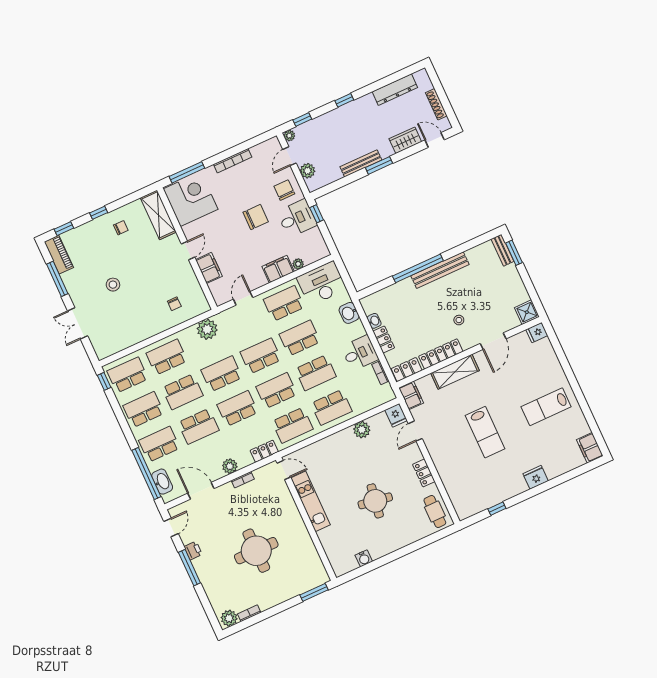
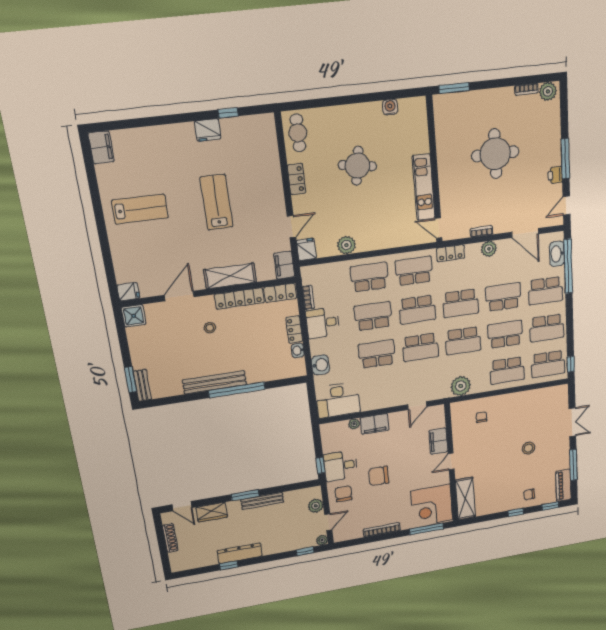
dresser: (395, 90) -> (240, 553), moved
window: (344, 100) -> (229, 565), moved
chair: (284, 190) -> (344, 494), turned 180
chair: (121, 228) -> (529, 494), moved
school desk: (284, 303) -> (381, 391), removed
school desk: (300, 338) -> (377, 354), turned 180
fridge: (536, 477) -> (208, 130), moved

